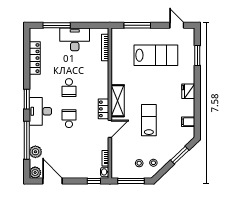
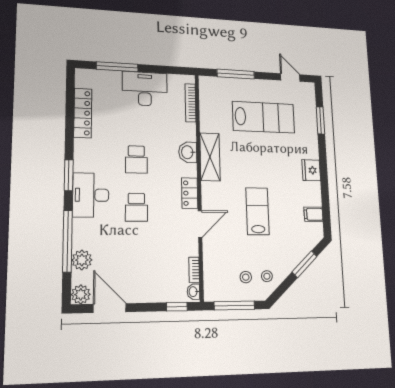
washbasin: (103, 82) -> (188, 152), added
shelving: (118, 101) -> (210, 157), moved
school desk: (69, 119) -> (136, 207), turned 180

